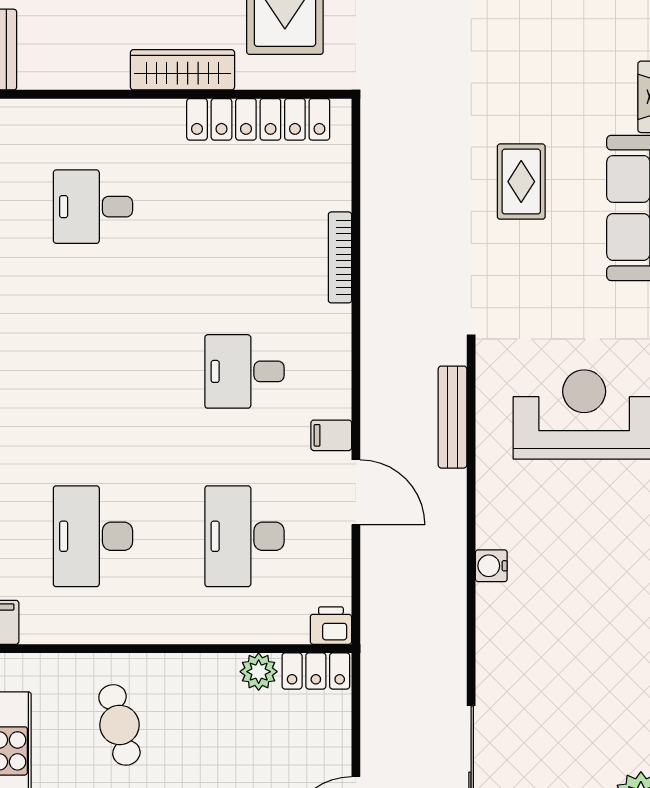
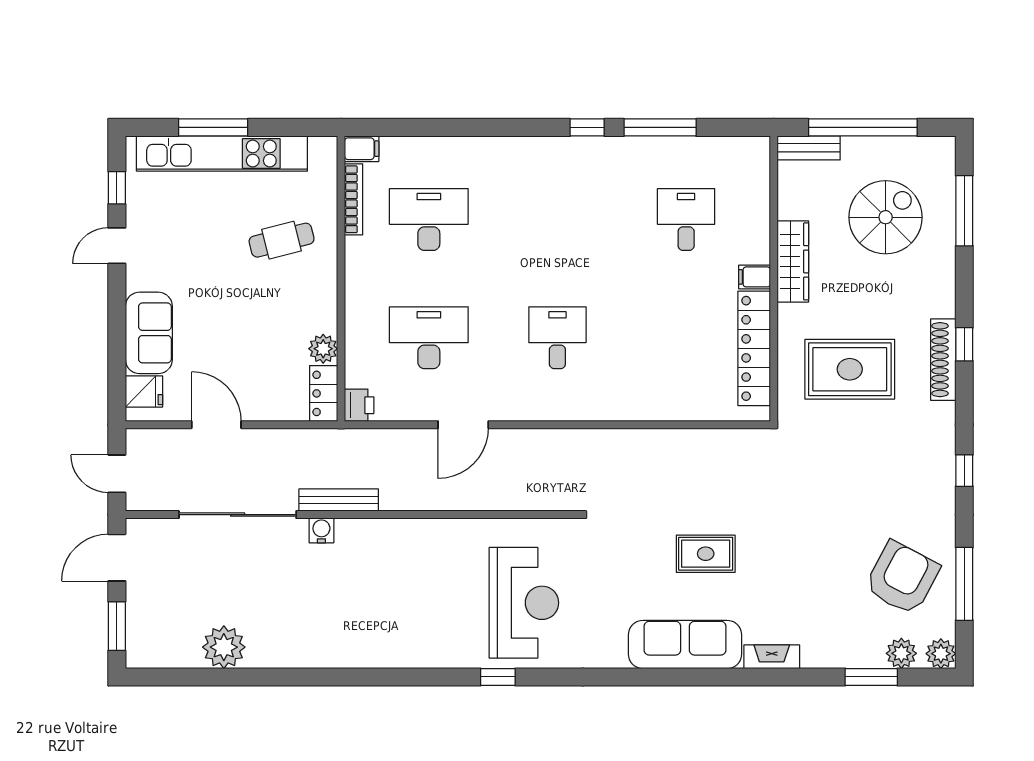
wardrobe: (182, 70) -> (793, 261), moved
bookcase: (340, 257) -> (354, 199), moved, turned 90
bench: (452, 417) -> (339, 500), moved
filing cabinet: (331, 435) -> (755, 277), moved, turned -90
water cooler: (491, 566) -> (321, 530), moved

